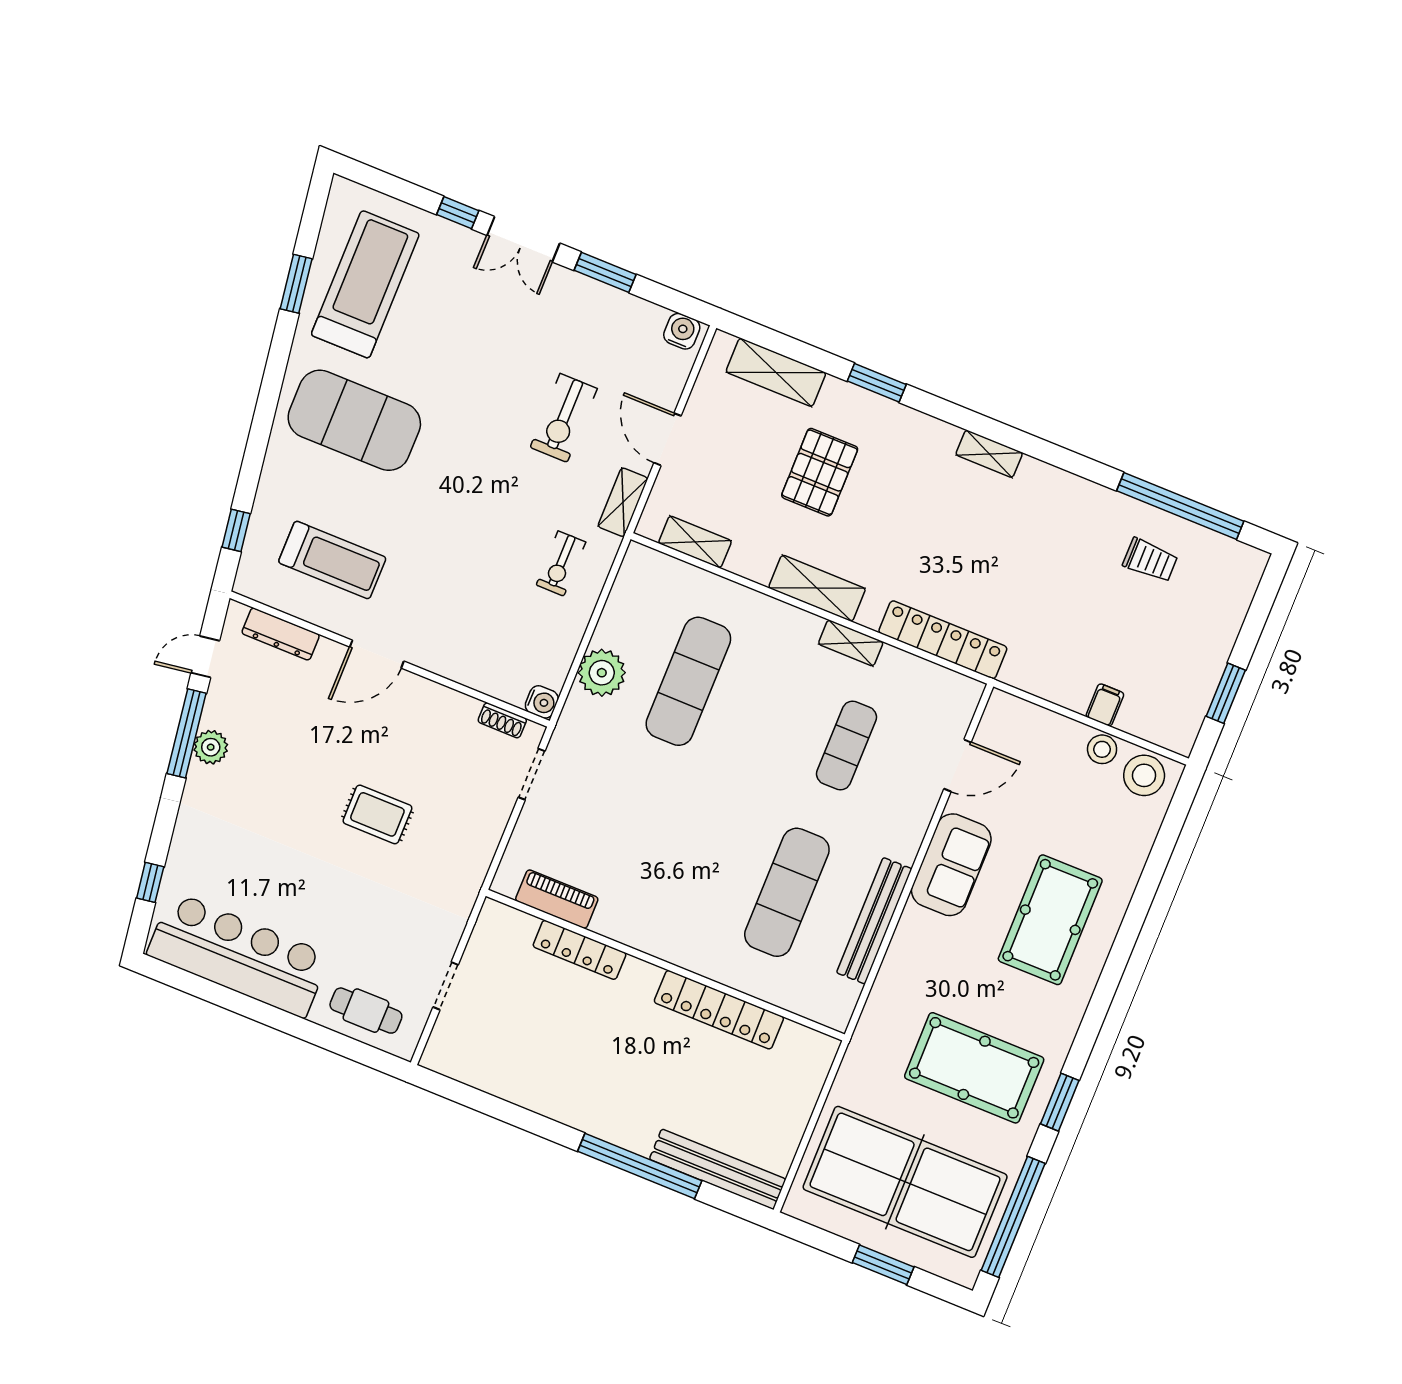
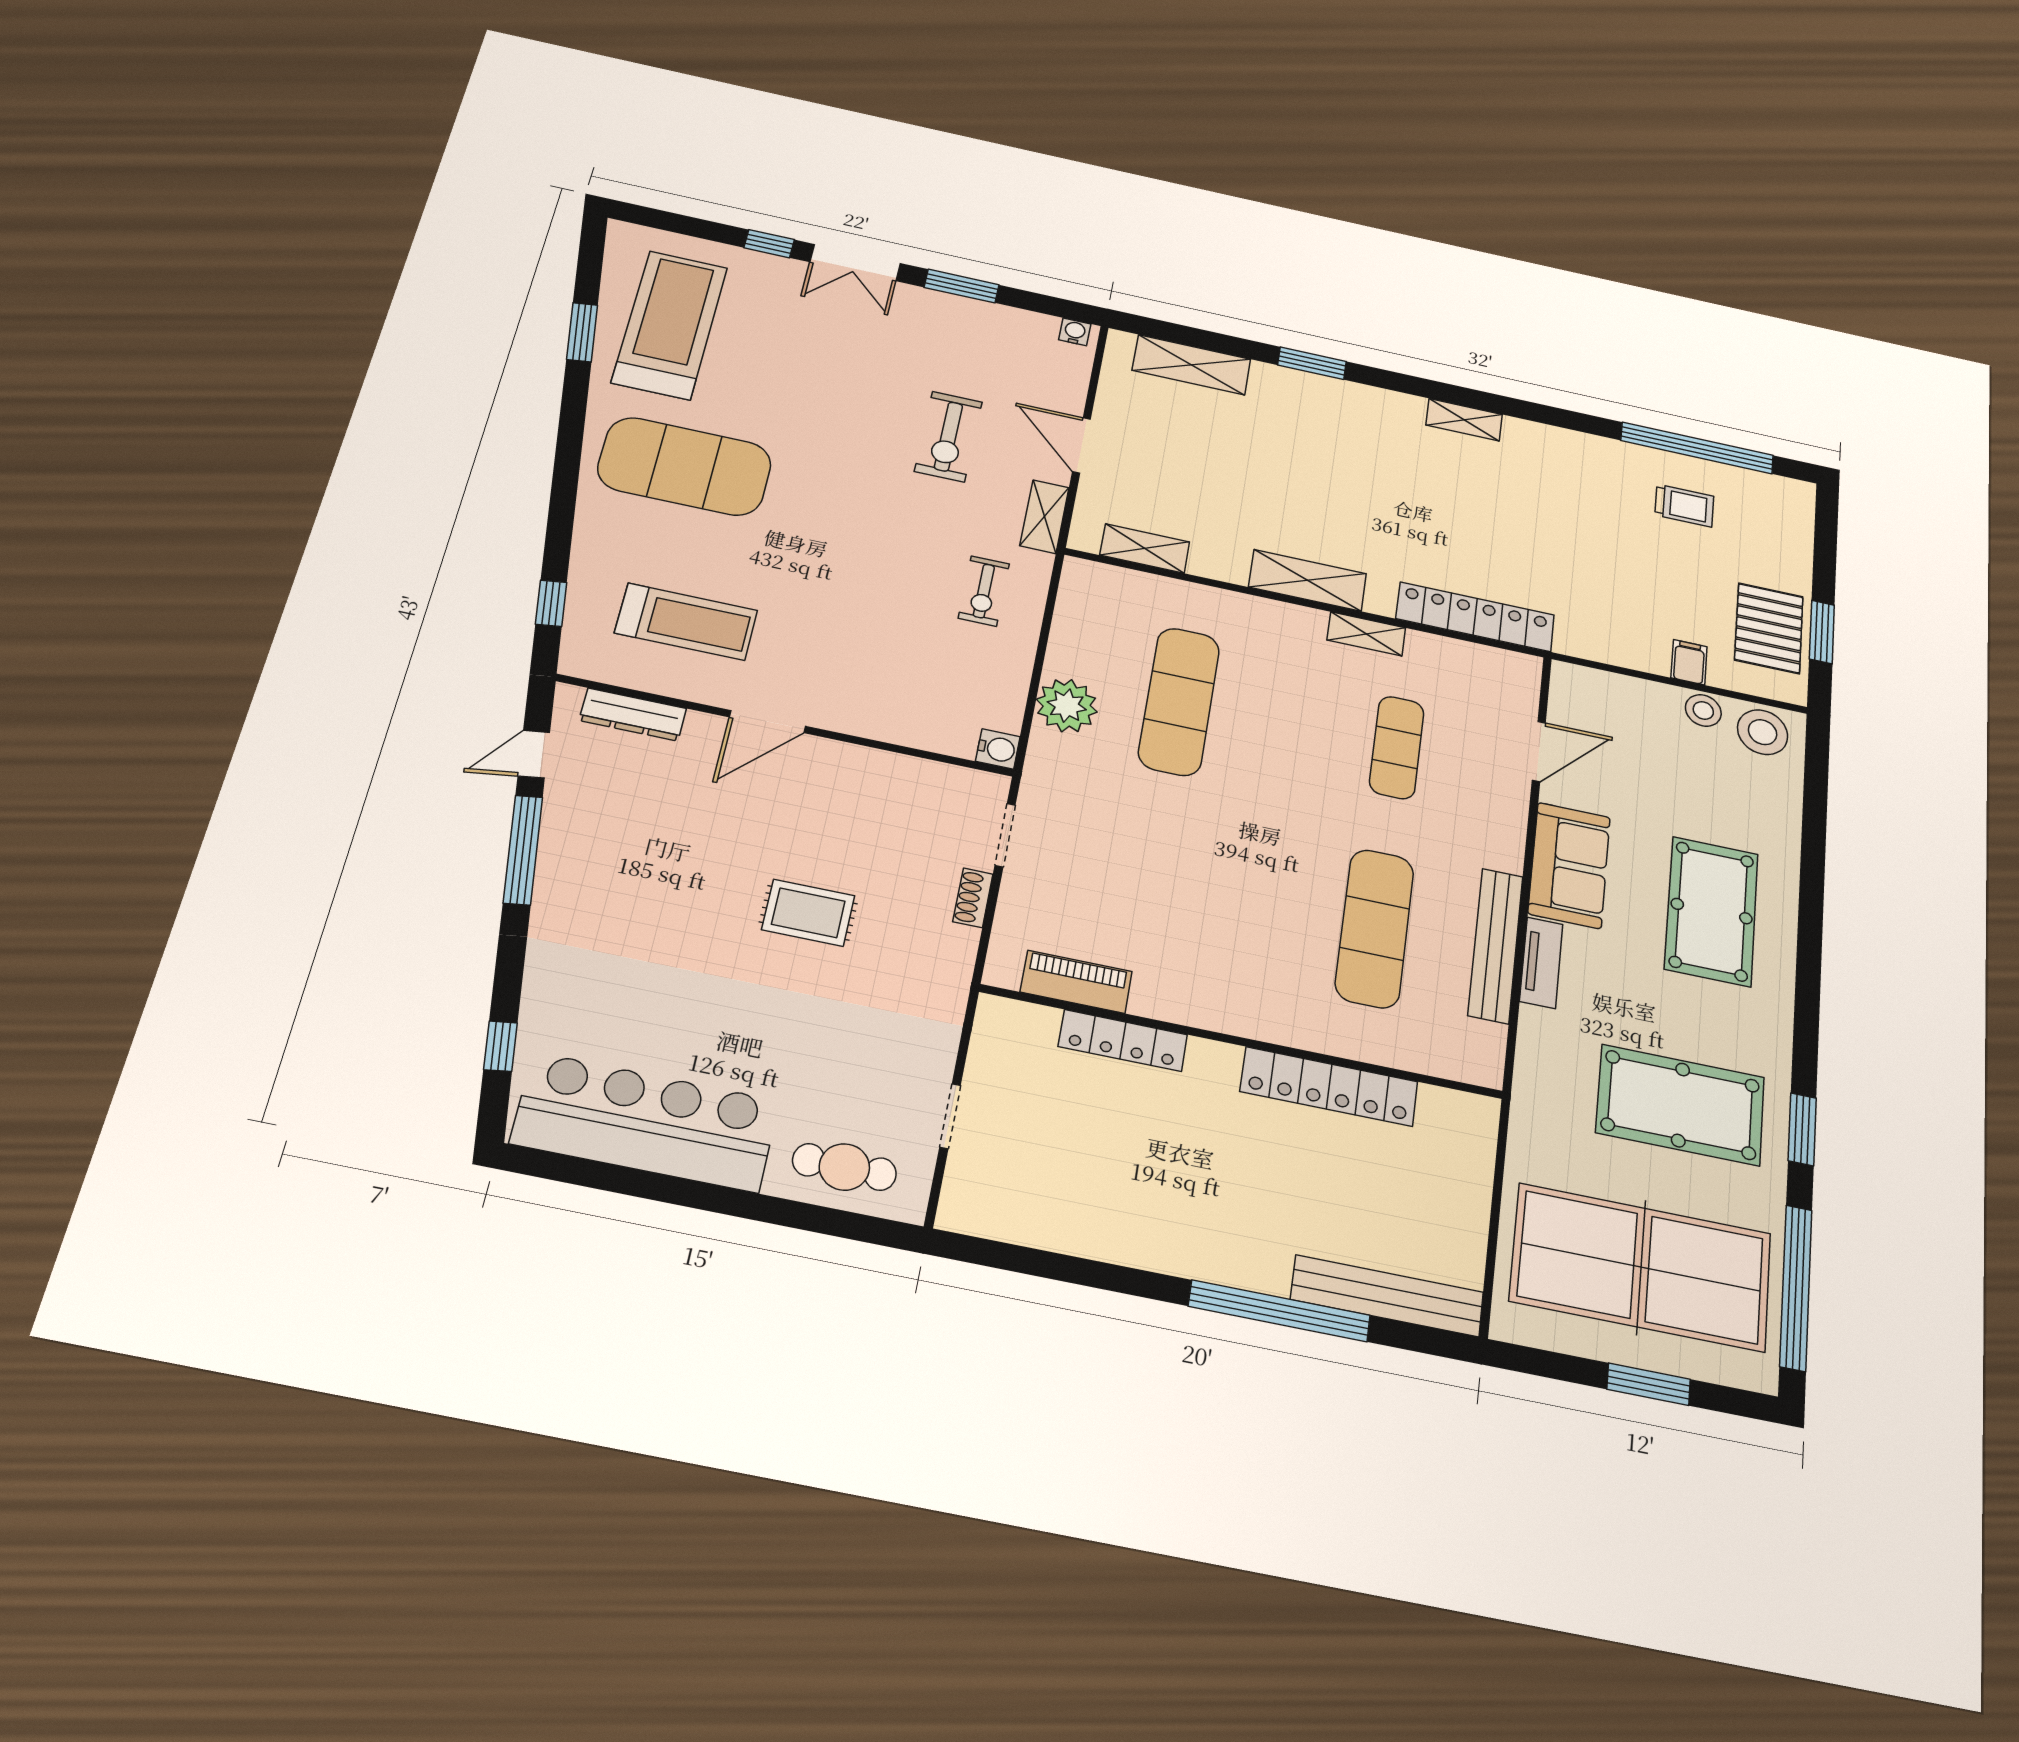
water cooler: (682, 331) -> (1075, 332), width x0.72, depth x0.72
pallet: (820, 472) -> (1769, 628), moved
shoe rack: (502, 720) -> (973, 898), moved, turned 90
plant: (211, 747) -> (560, 862), removed
tv unit: (905, 940) -> (1541, 963), added

